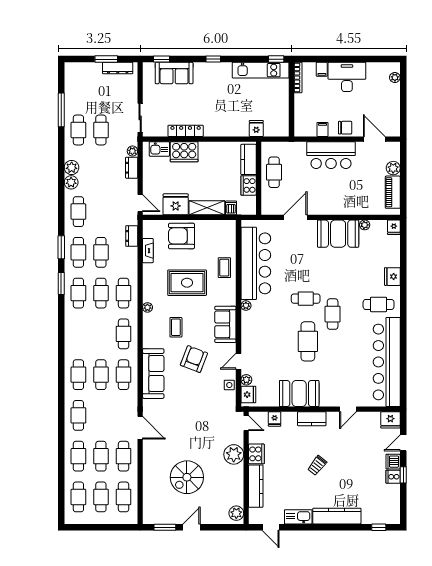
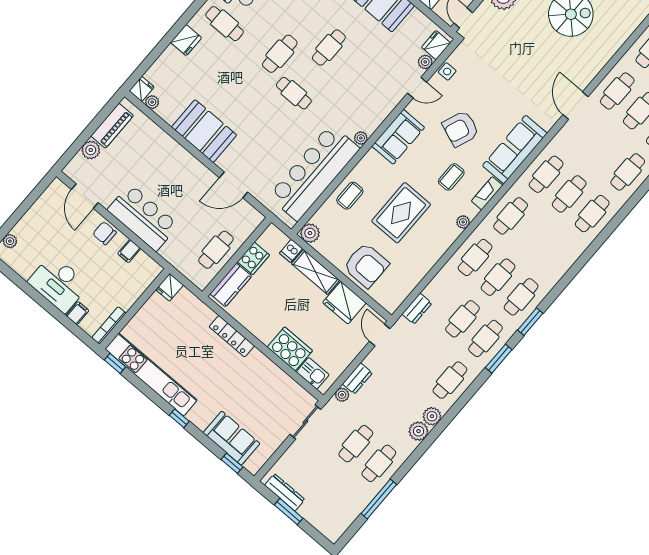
kitchen unit: (261, 70) -> (151, 374), width x1.36
fridge: (256, 128) -> (170, 287), moved
locker: (186, 131) -> (232, 336), moved
plant: (365, 225) -> (152, 102), moved
plant: (229, 227) -> (310, 233), added
fireplace: (148, 251) -> (487, 193), moved
rug: (187, 283) -> (401, 213), turned 90
cafe table: (308, 341) -> (329, 47), width x0.73, depth x0.74

